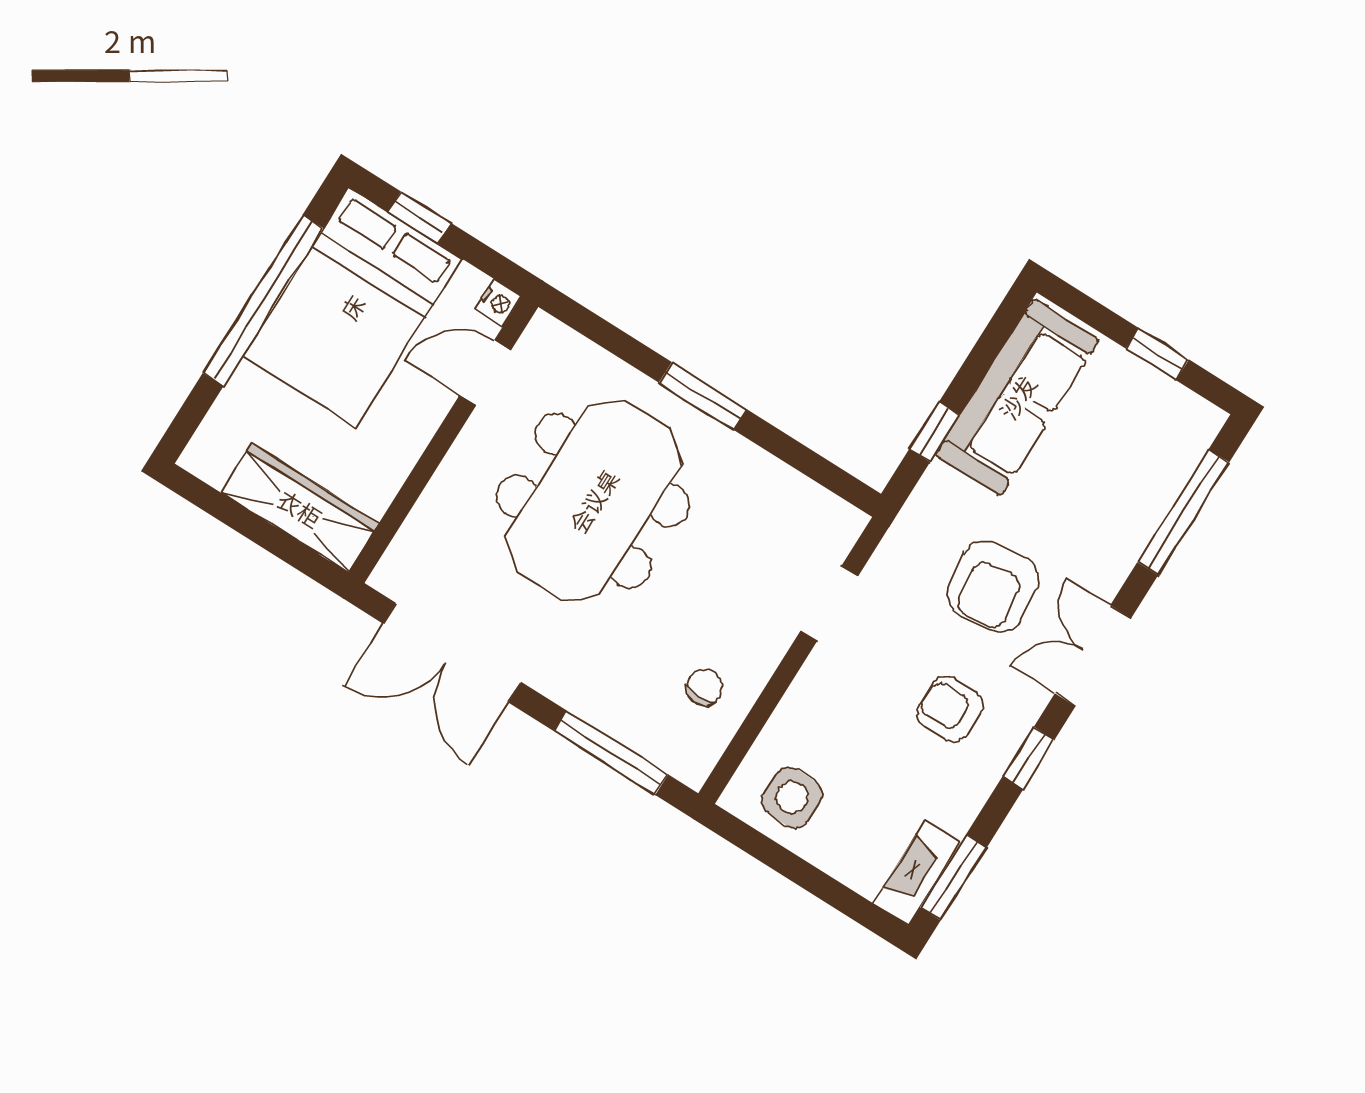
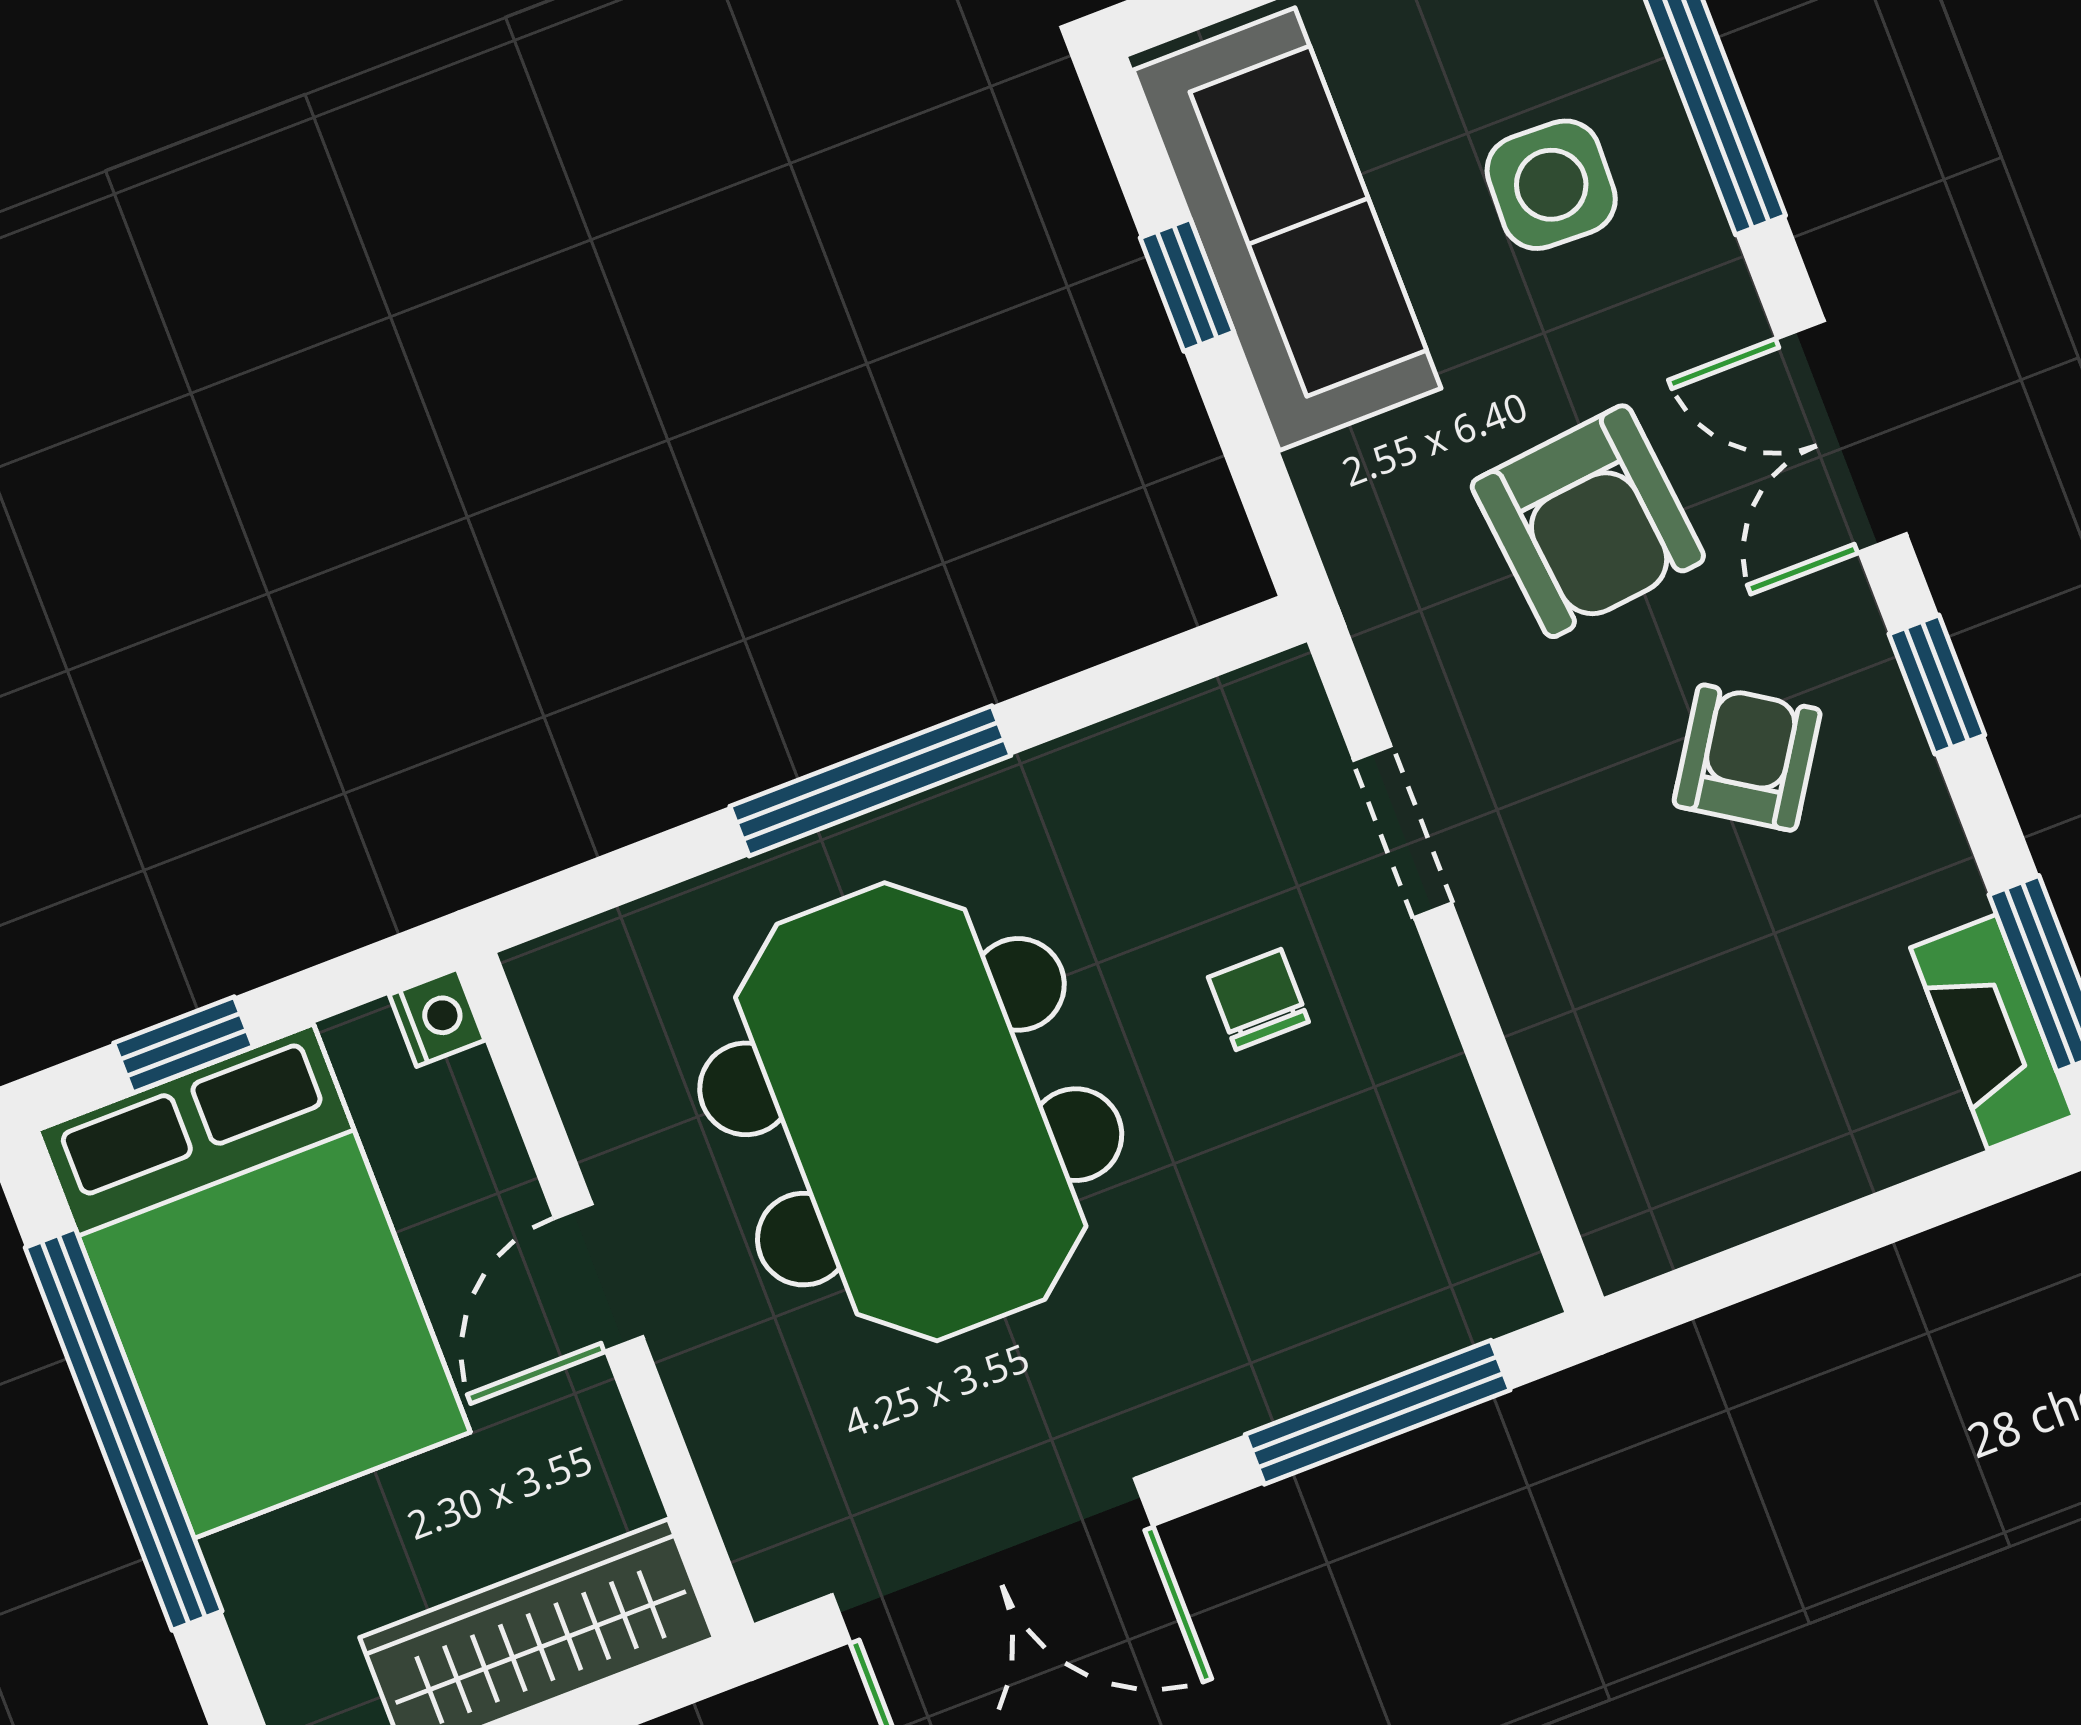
door: (485, 373) -> (599, 1278), moved
window: (703, 396) -> (870, 781), width x1.44
window: (935, 432) -> (1187, 285), moved
chair: (704, 687) -> (1258, 999), moved
armchair: (950, 709) -> (1747, 758), turned 123
side table: (792, 797) -> (1551, 185), moved

